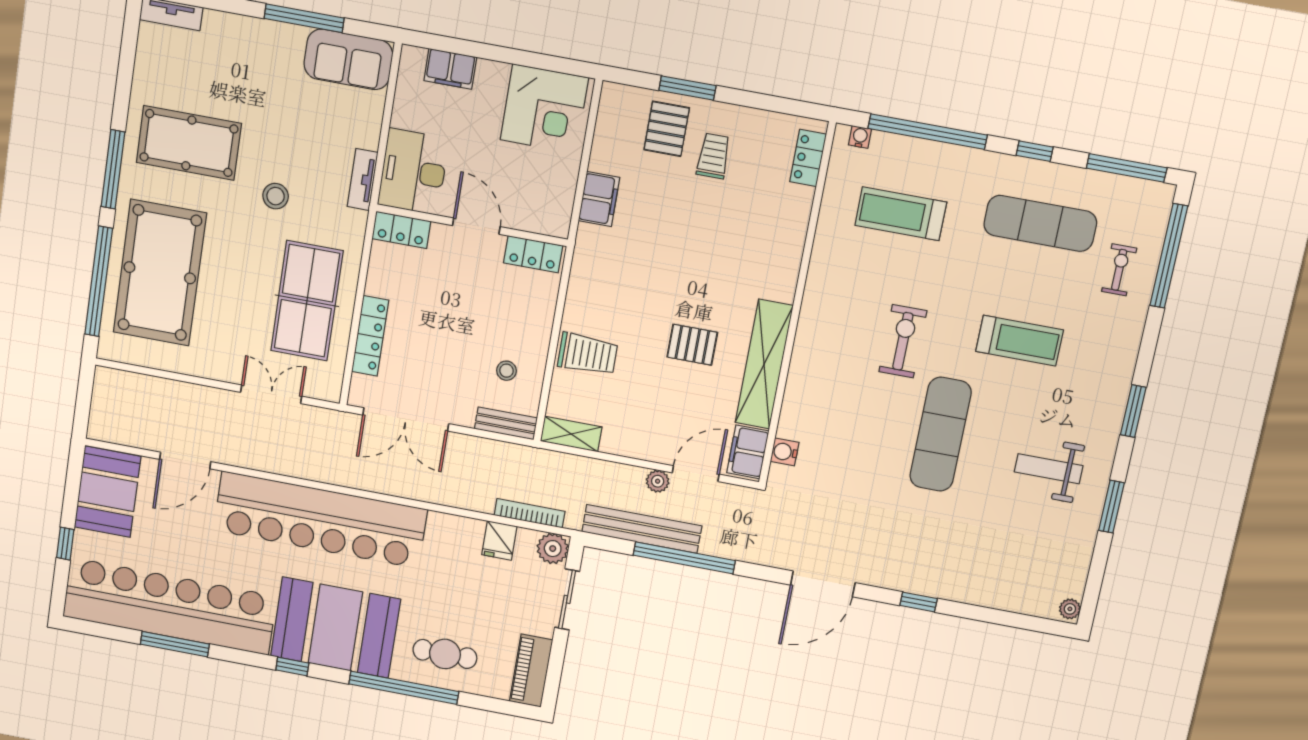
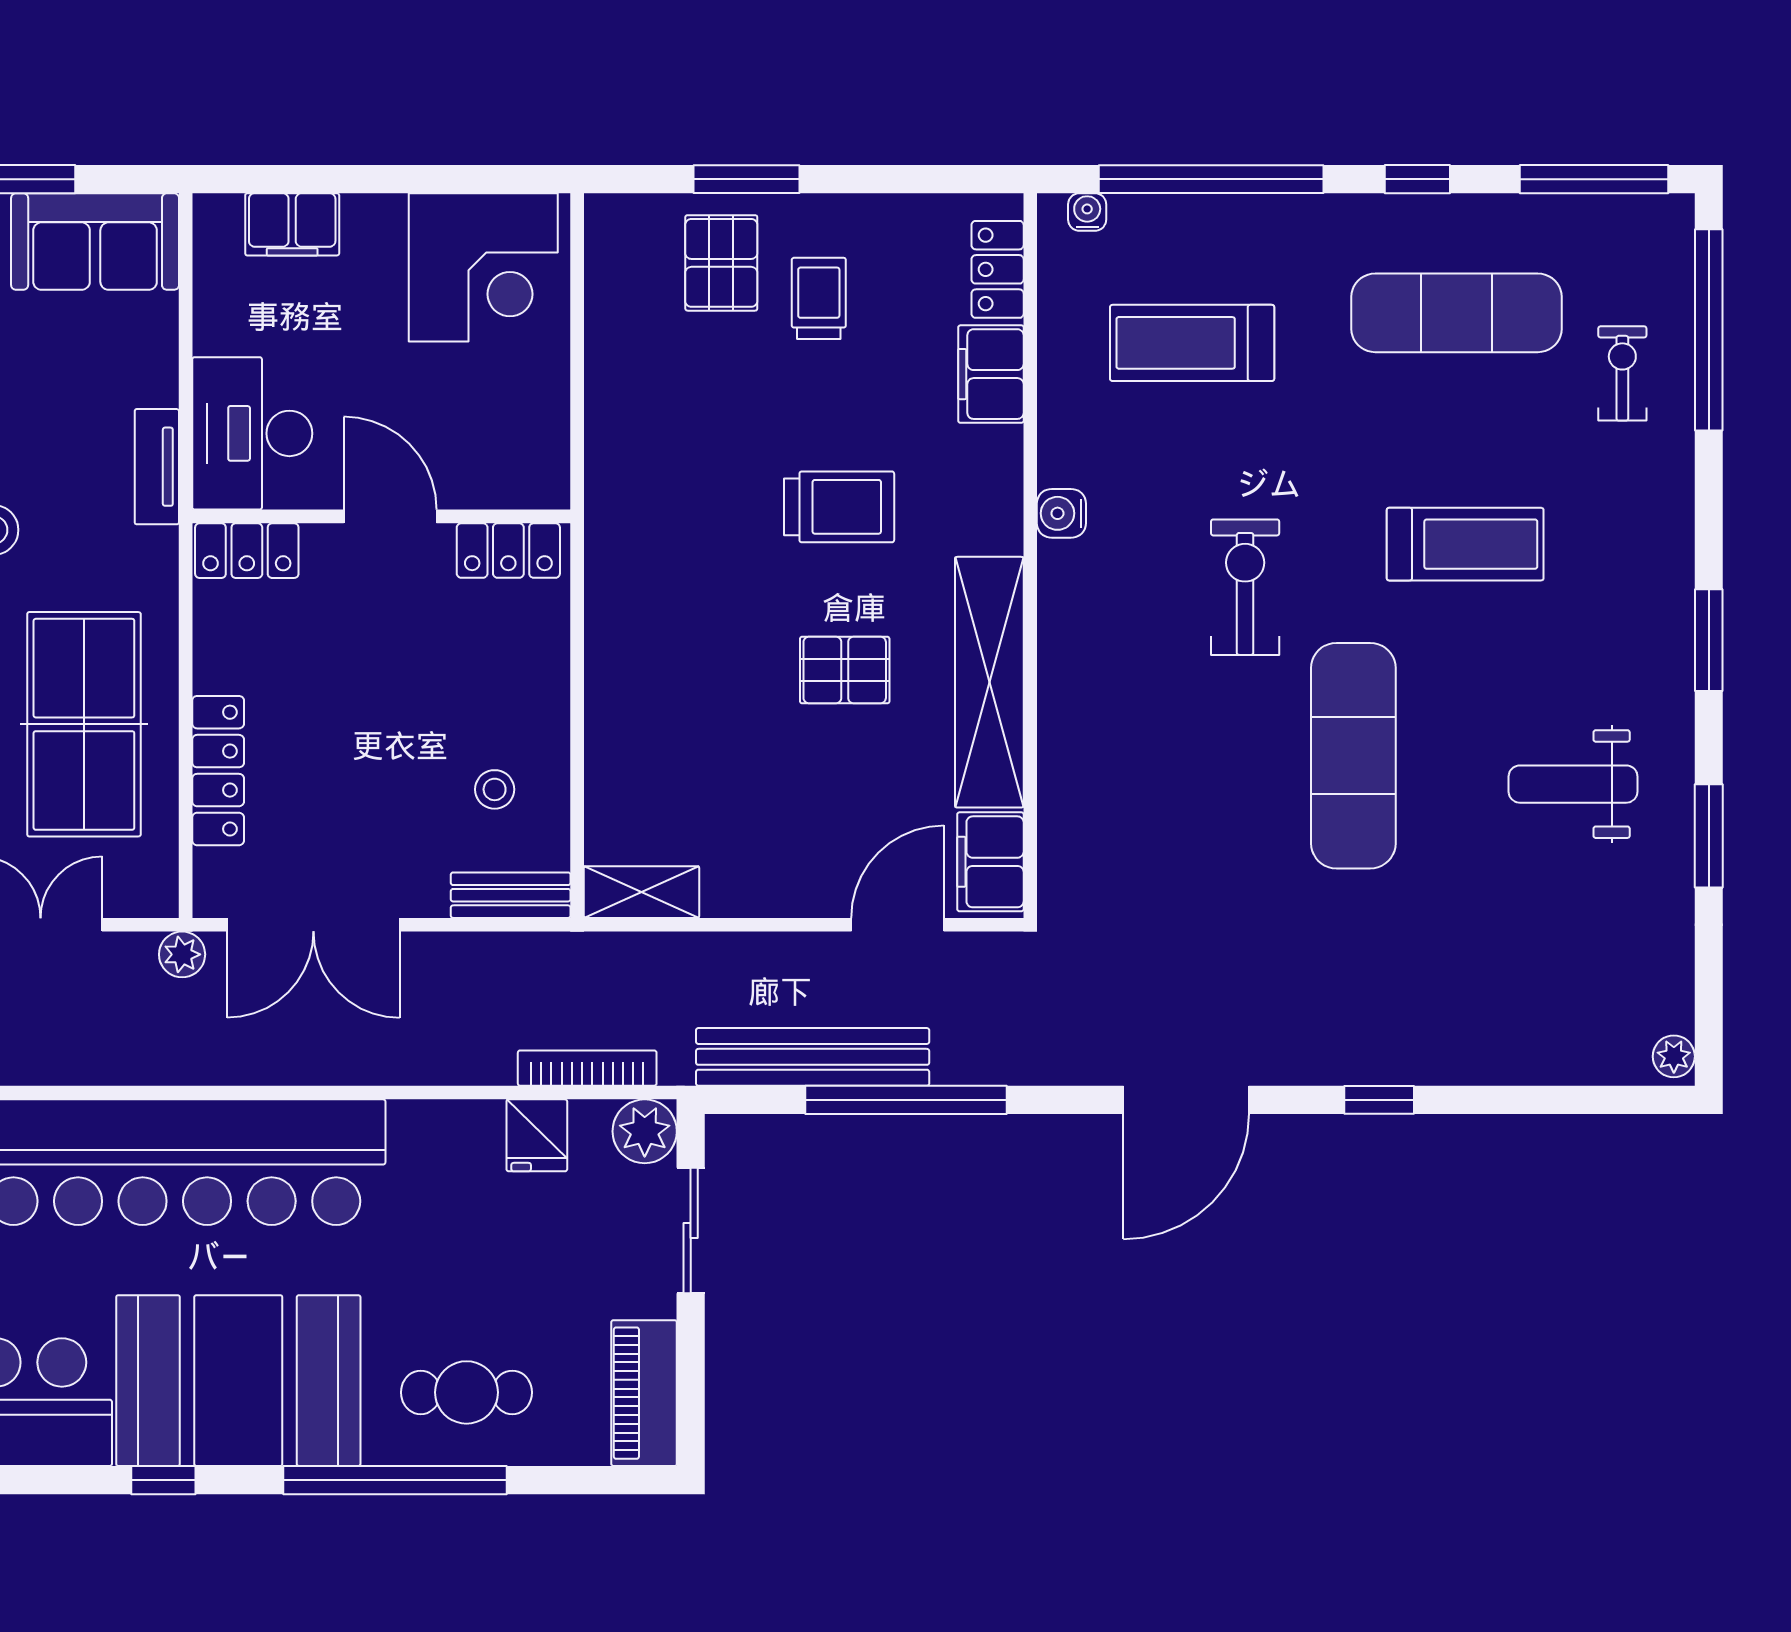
filing cabinet: (599, 199) -> (991, 374), moved, turned 180
trolley: (588, 354) -> (839, 507), moved
water cooler: (785, 452) -> (1061, 513), moved
plant: (658, 481) -> (182, 954), moved

